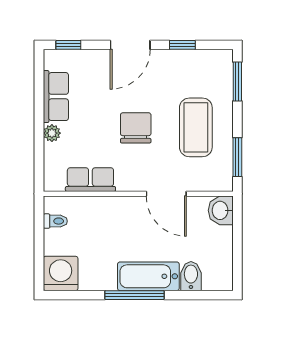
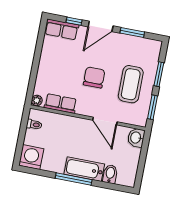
window: (68, 45) -> (74, 21), moved
window: (182, 45) -> (132, 32), width x1.50
window: (237, 81) -> (159, 74), moved
row of seats: (56, 97) -> (62, 29), moved, turned 90
plant: (52, 133) -> (37, 100), moved

